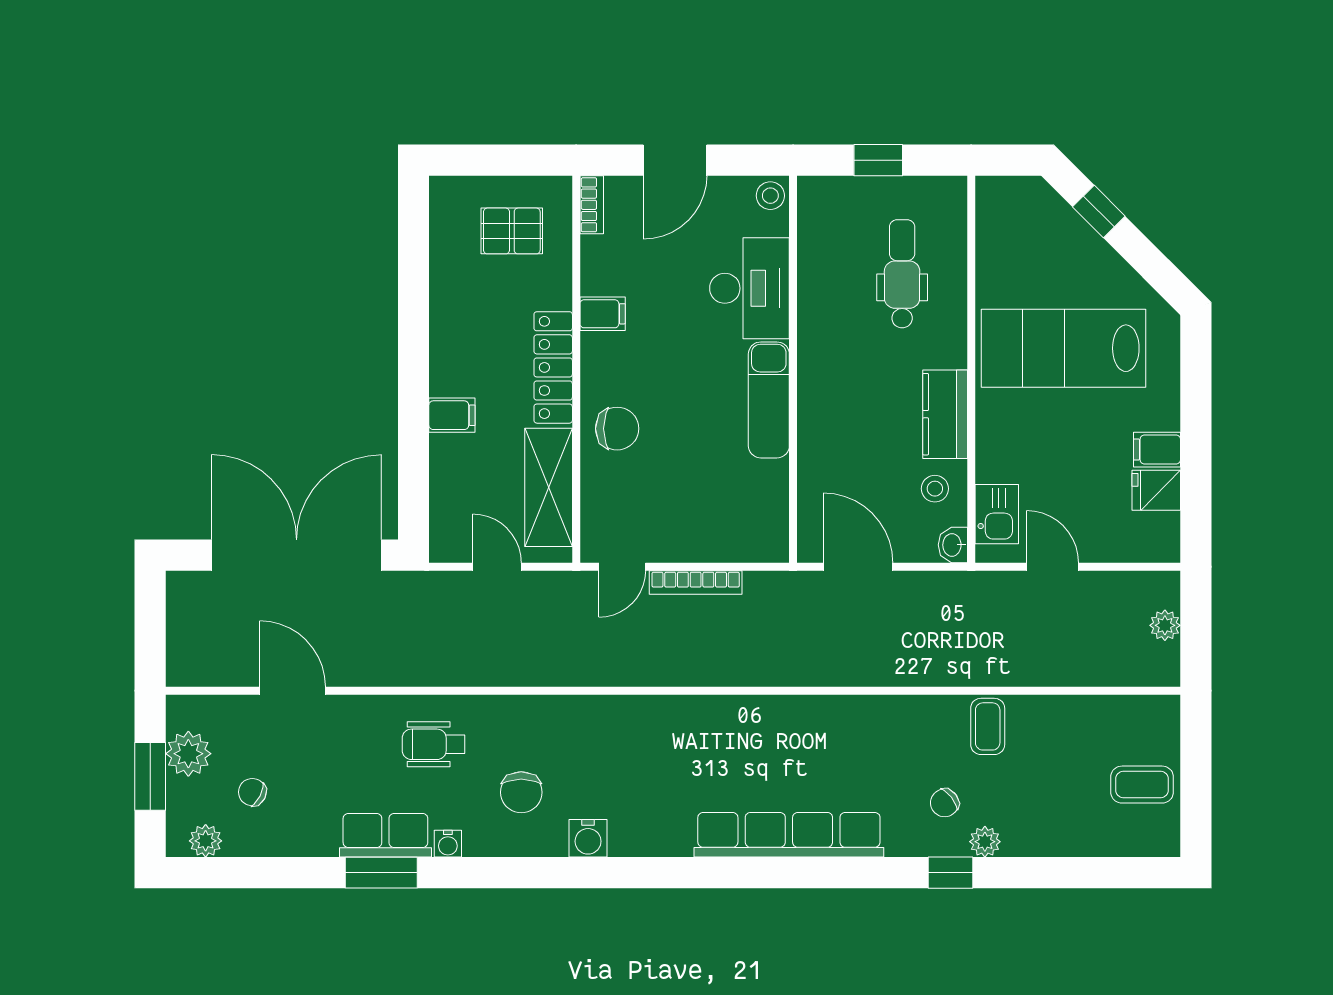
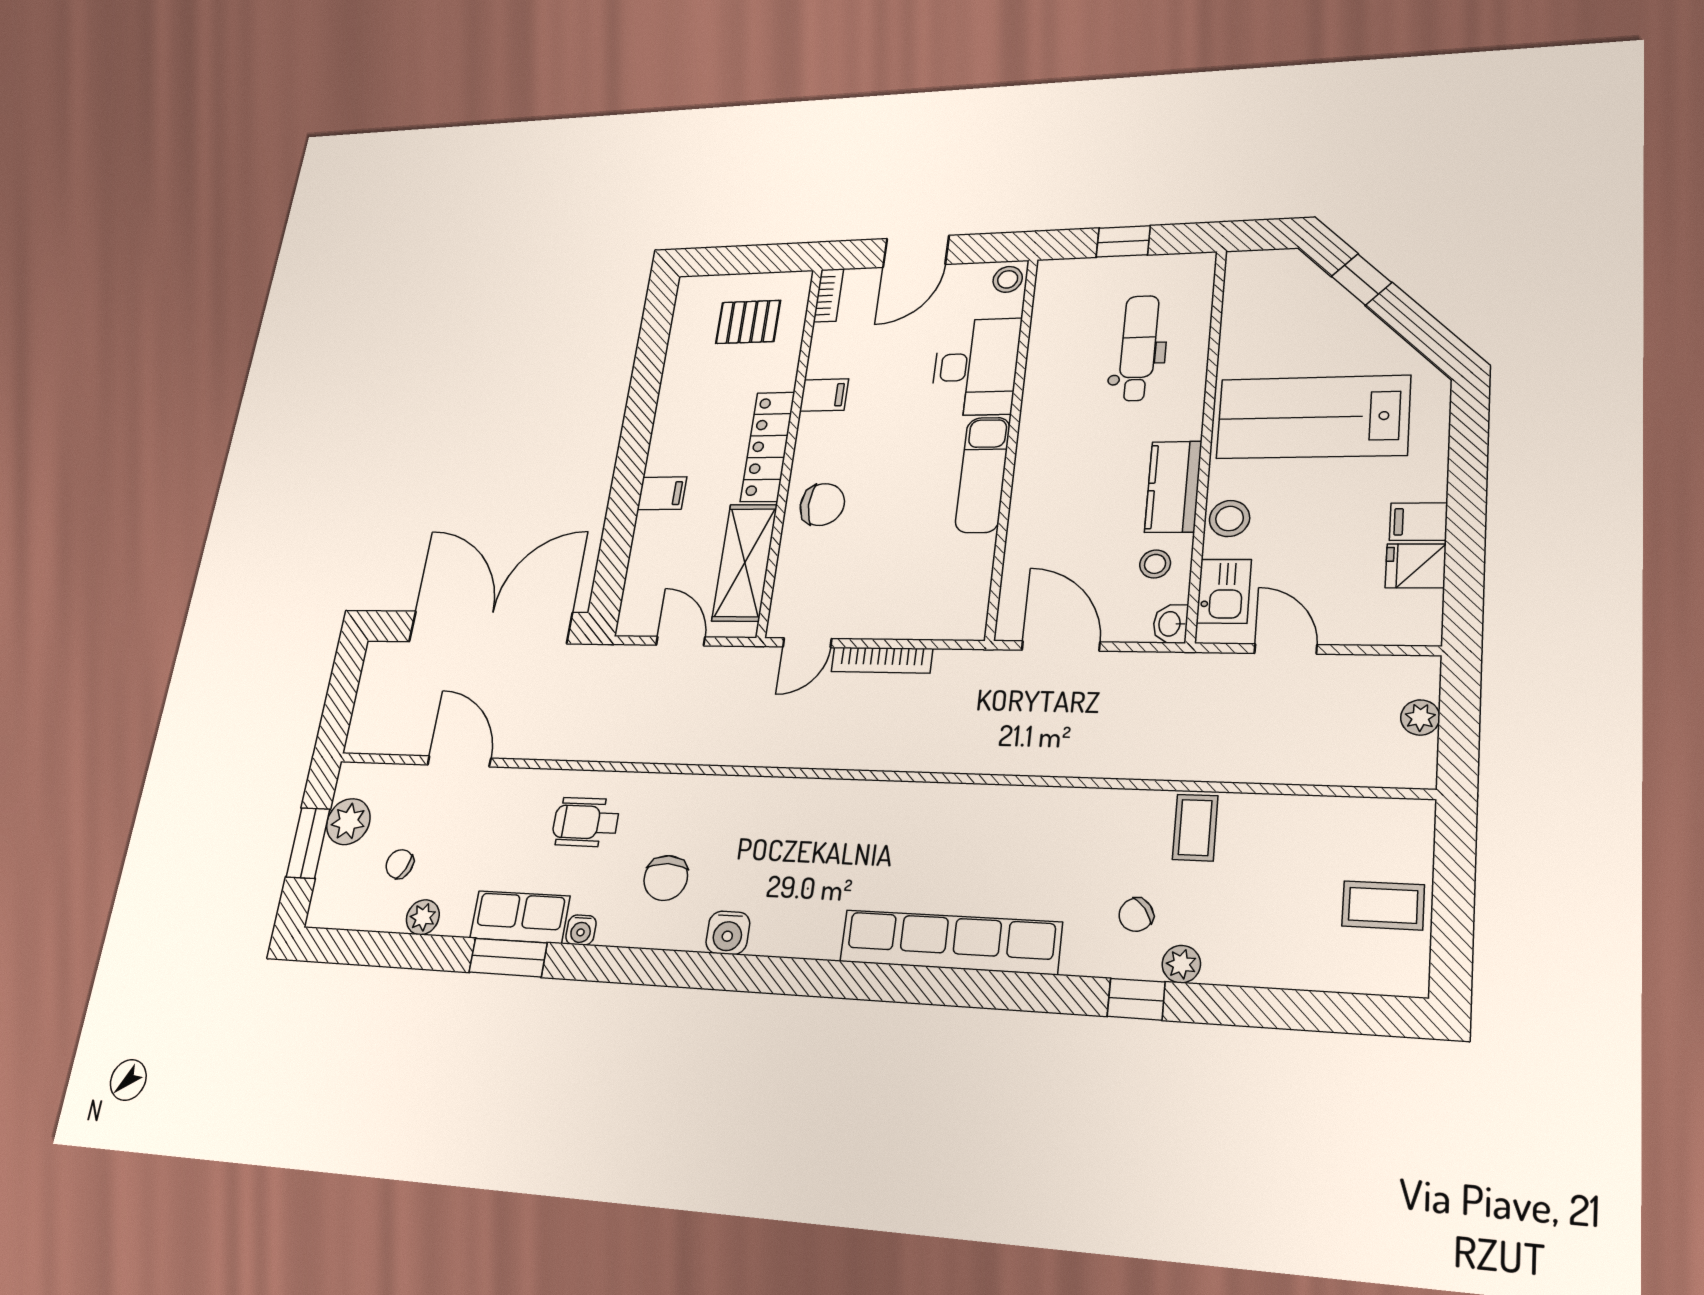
stool: (997, 446) -> (1230, 519), added
plant: (206, 841) -> (423, 917), moved

